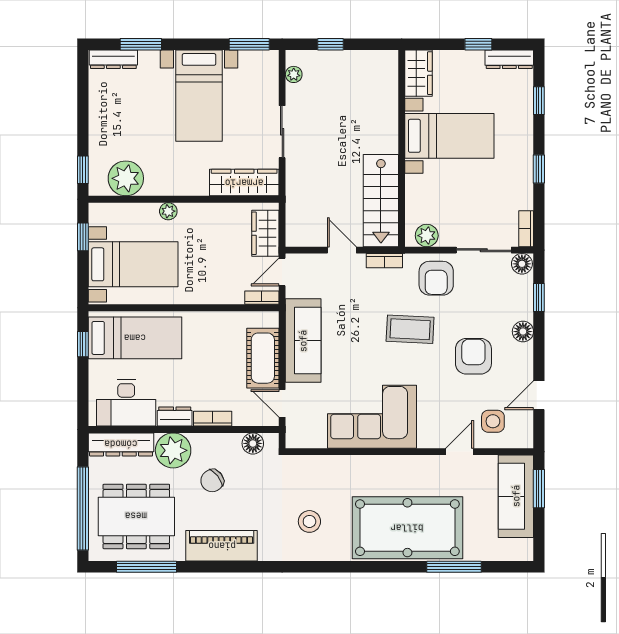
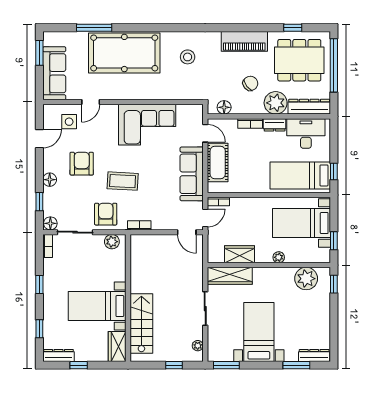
stairs: (381, 201) -> (141, 324), moved
wardrobe: (265, 233) -> (240, 254), moved, turned -90
door: (342, 250) -> (187, 232), moved
armchair: (473, 356) -> (82, 164), turned 180
window: (539, 489) -> (39, 53), moved
window: (146, 567) -> (293, 28), width x0.46

